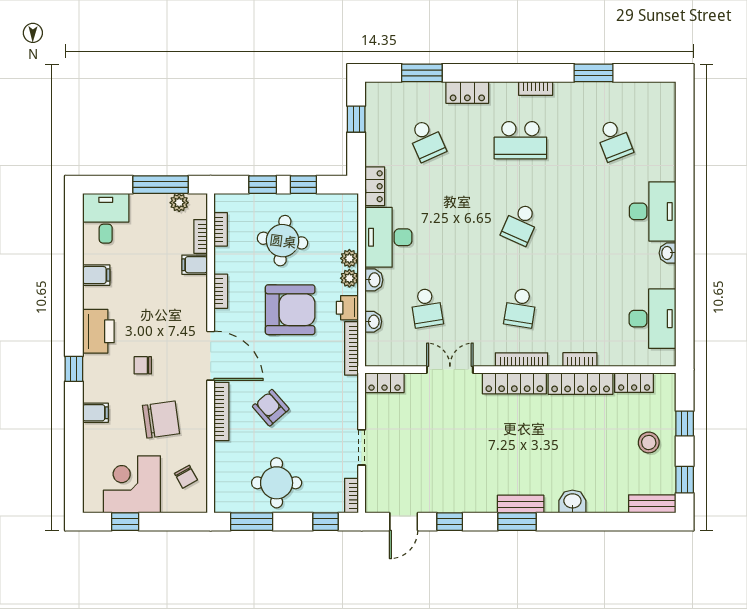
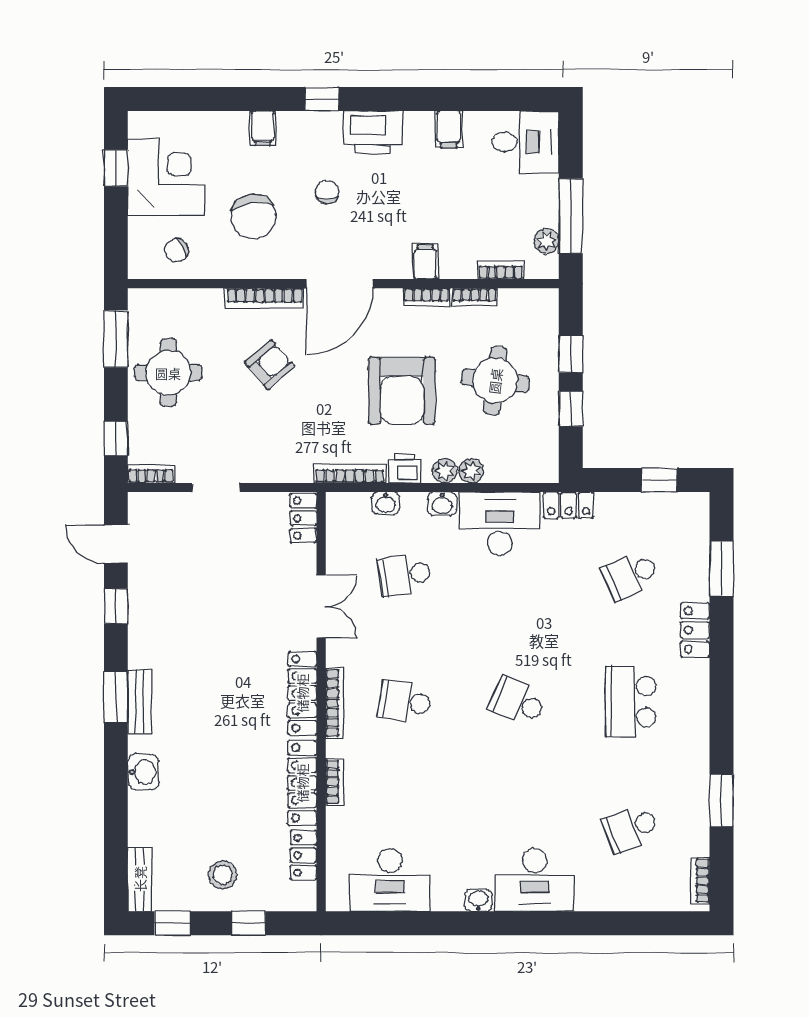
bookcase: (536, 89) -> (700, 881), moved
bookcase: (221, 229) -> (475, 297), moved
filing cabinet: (195, 265) -> (425, 262), moved

